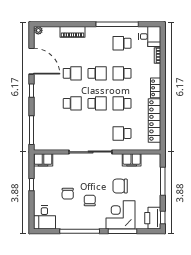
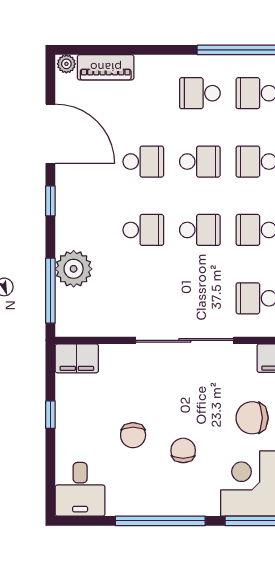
piano: (72, 32) -> (106, 67), moved
school desk: (97, 43) -> (200, 93), added
plant: (42, 121) -> (74, 269), added

